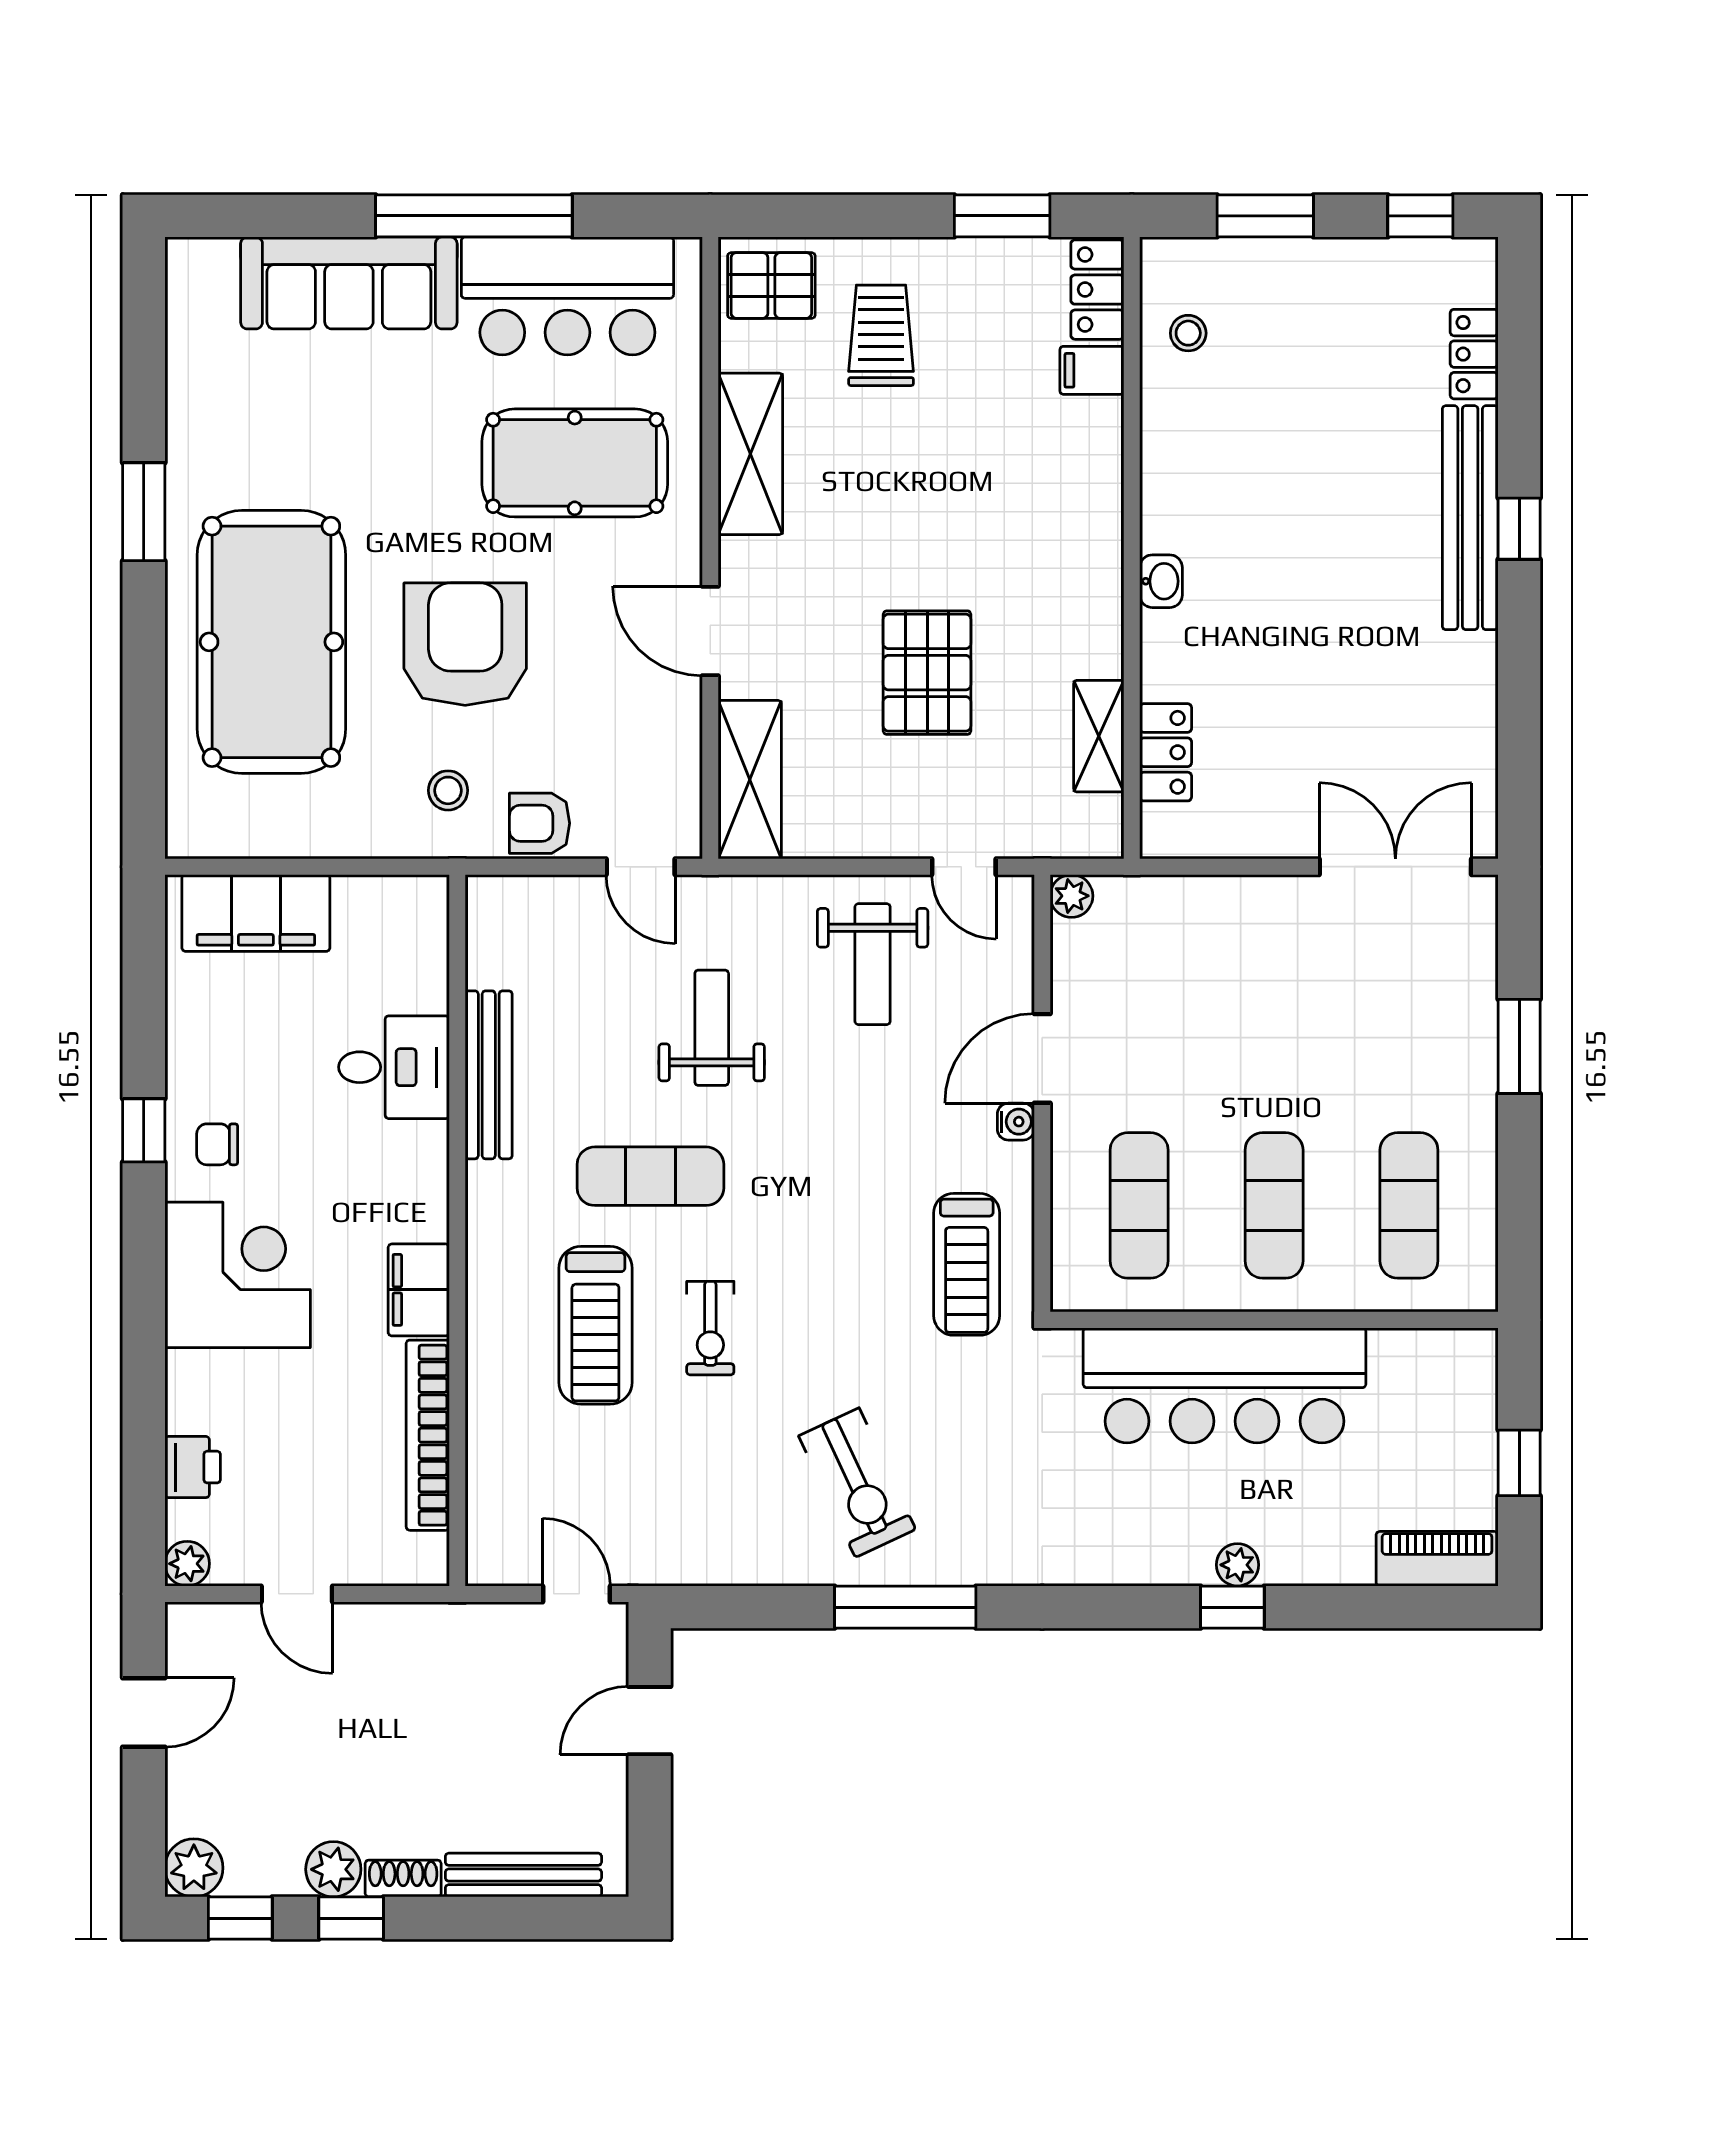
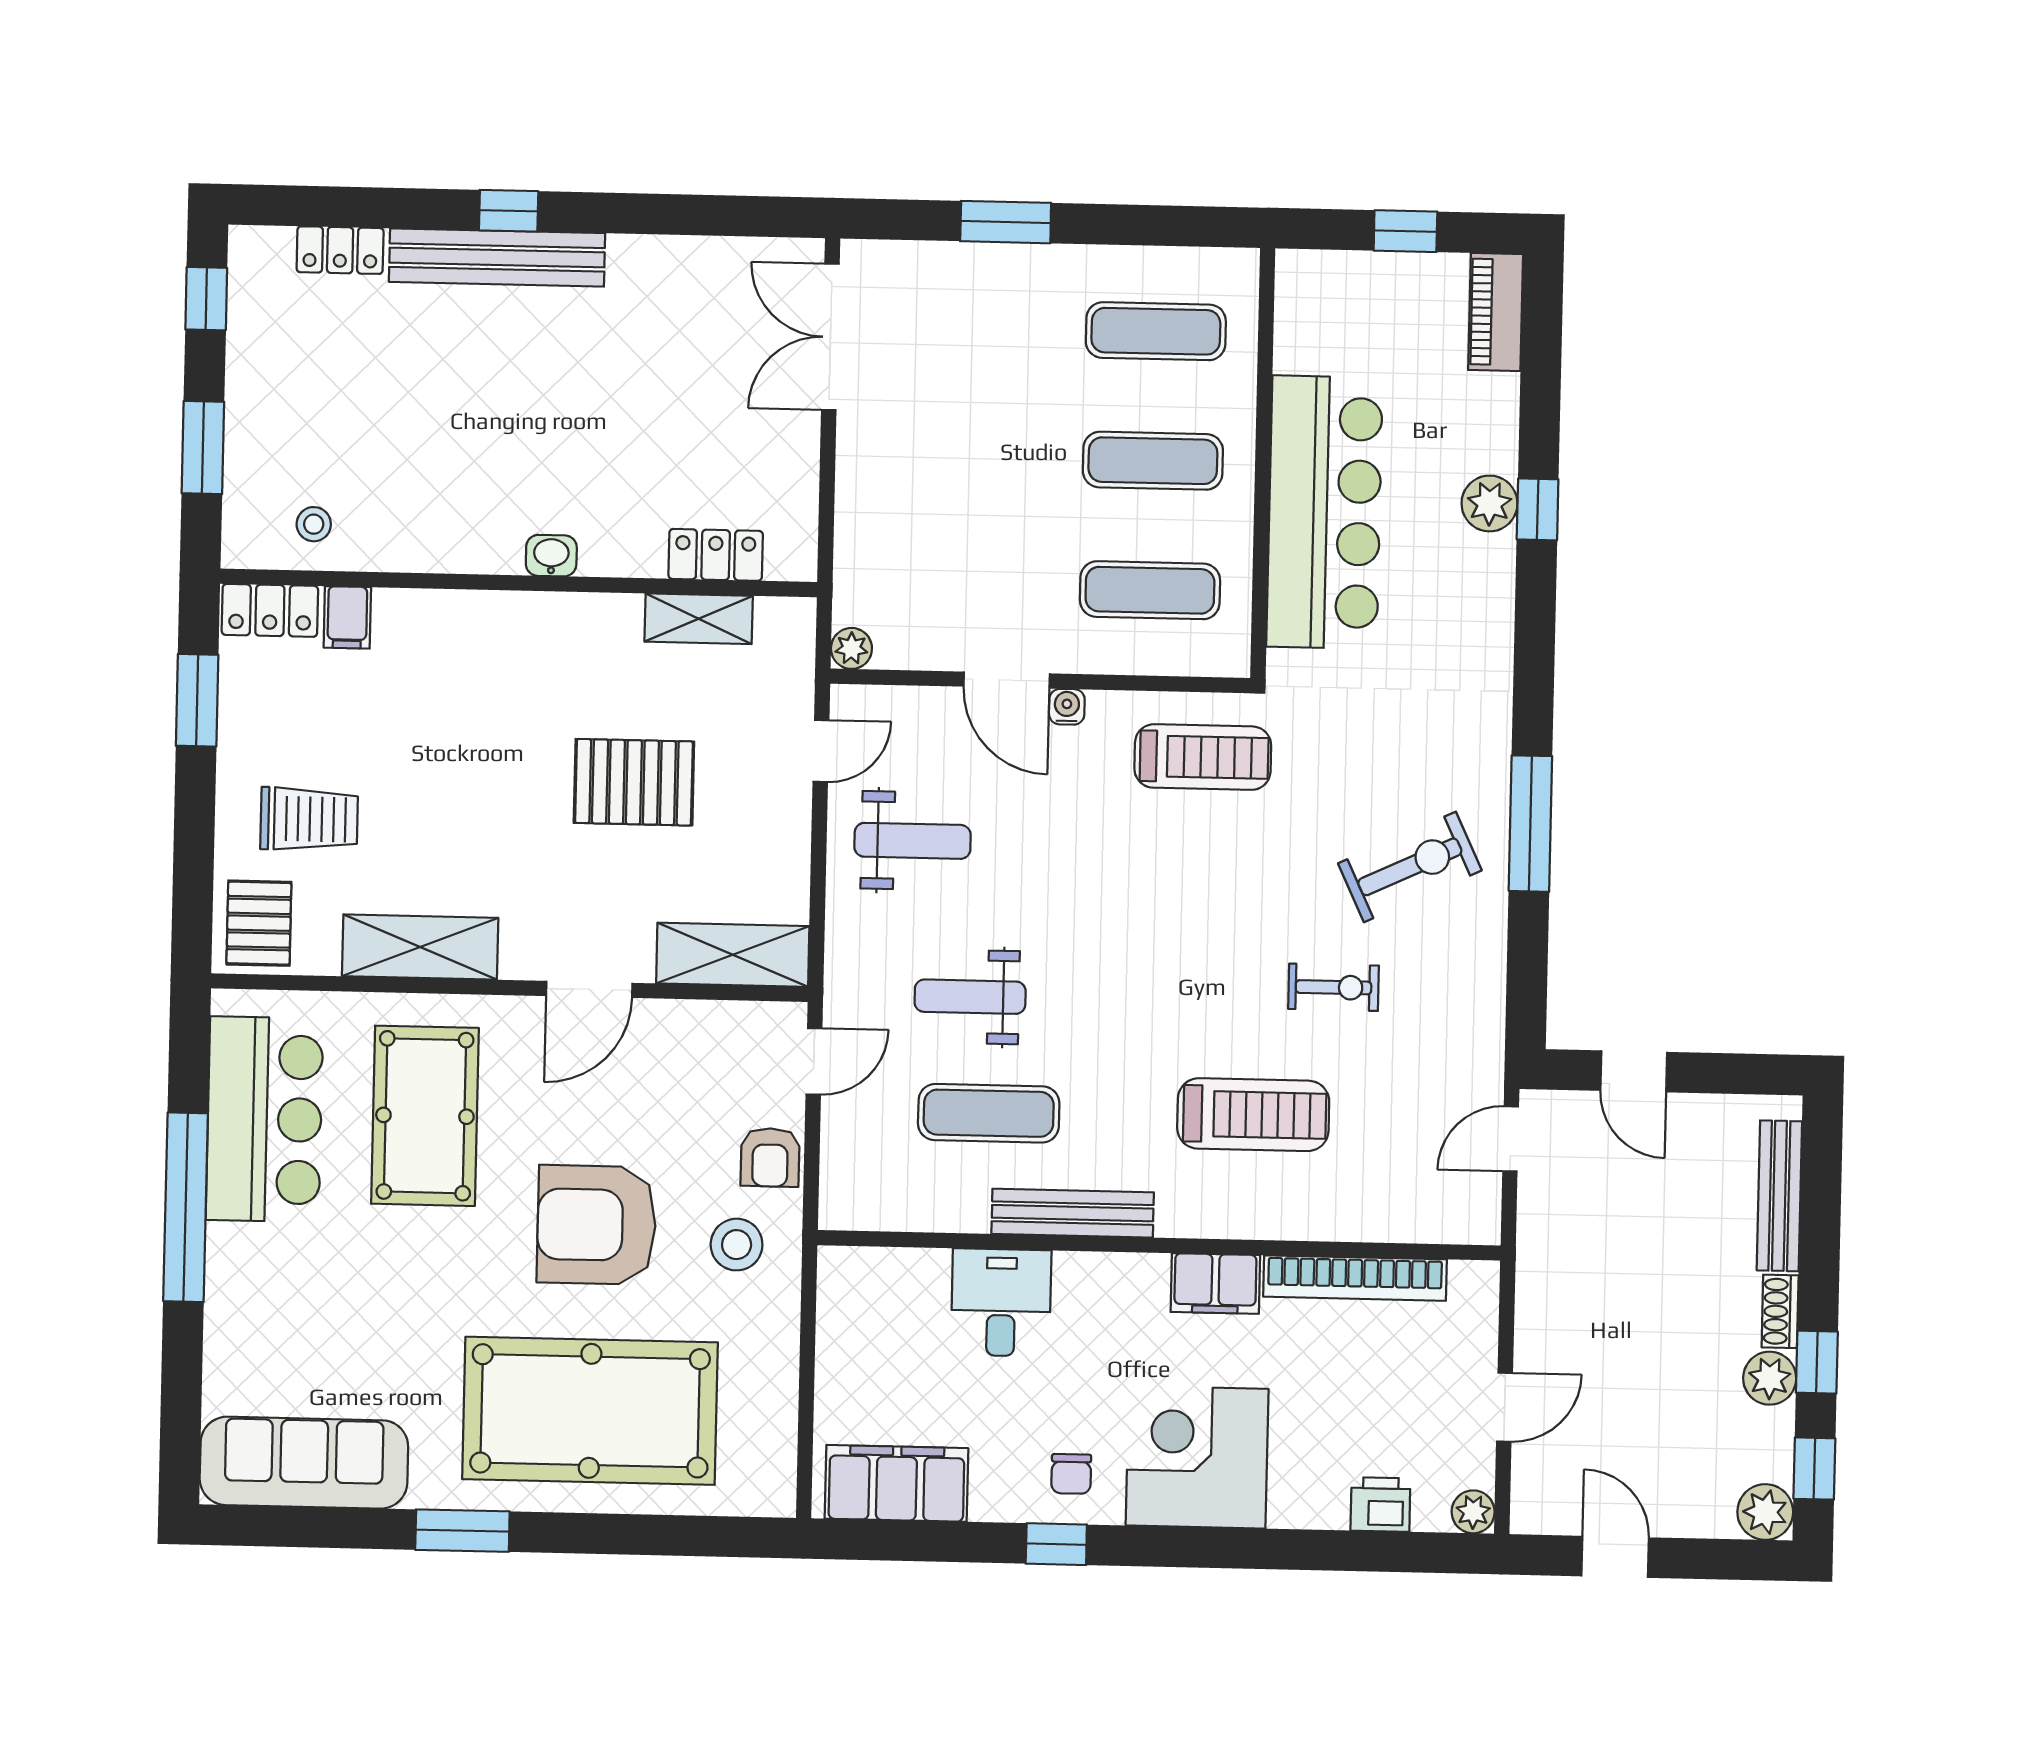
sofa: (349, 283) -> (304, 1463), moved, turned -90
trolley: (881, 335) -> (309, 819), turned 180
stool: (448, 790) -> (737, 1245), width x1.37, depth x1.37
filing cabinet: (256, 913) -> (897, 1483), moved, turned -90
bench: (489, 1075) -> (1073, 1213), moved
exercise mat: (650, 1176) -> (989, 1113), moved, turned 90
exercise bike: (710, 1328) -> (1334, 987), moved
plant: (1237, 1565) -> (1489, 503), width x1.38, depth x1.38

